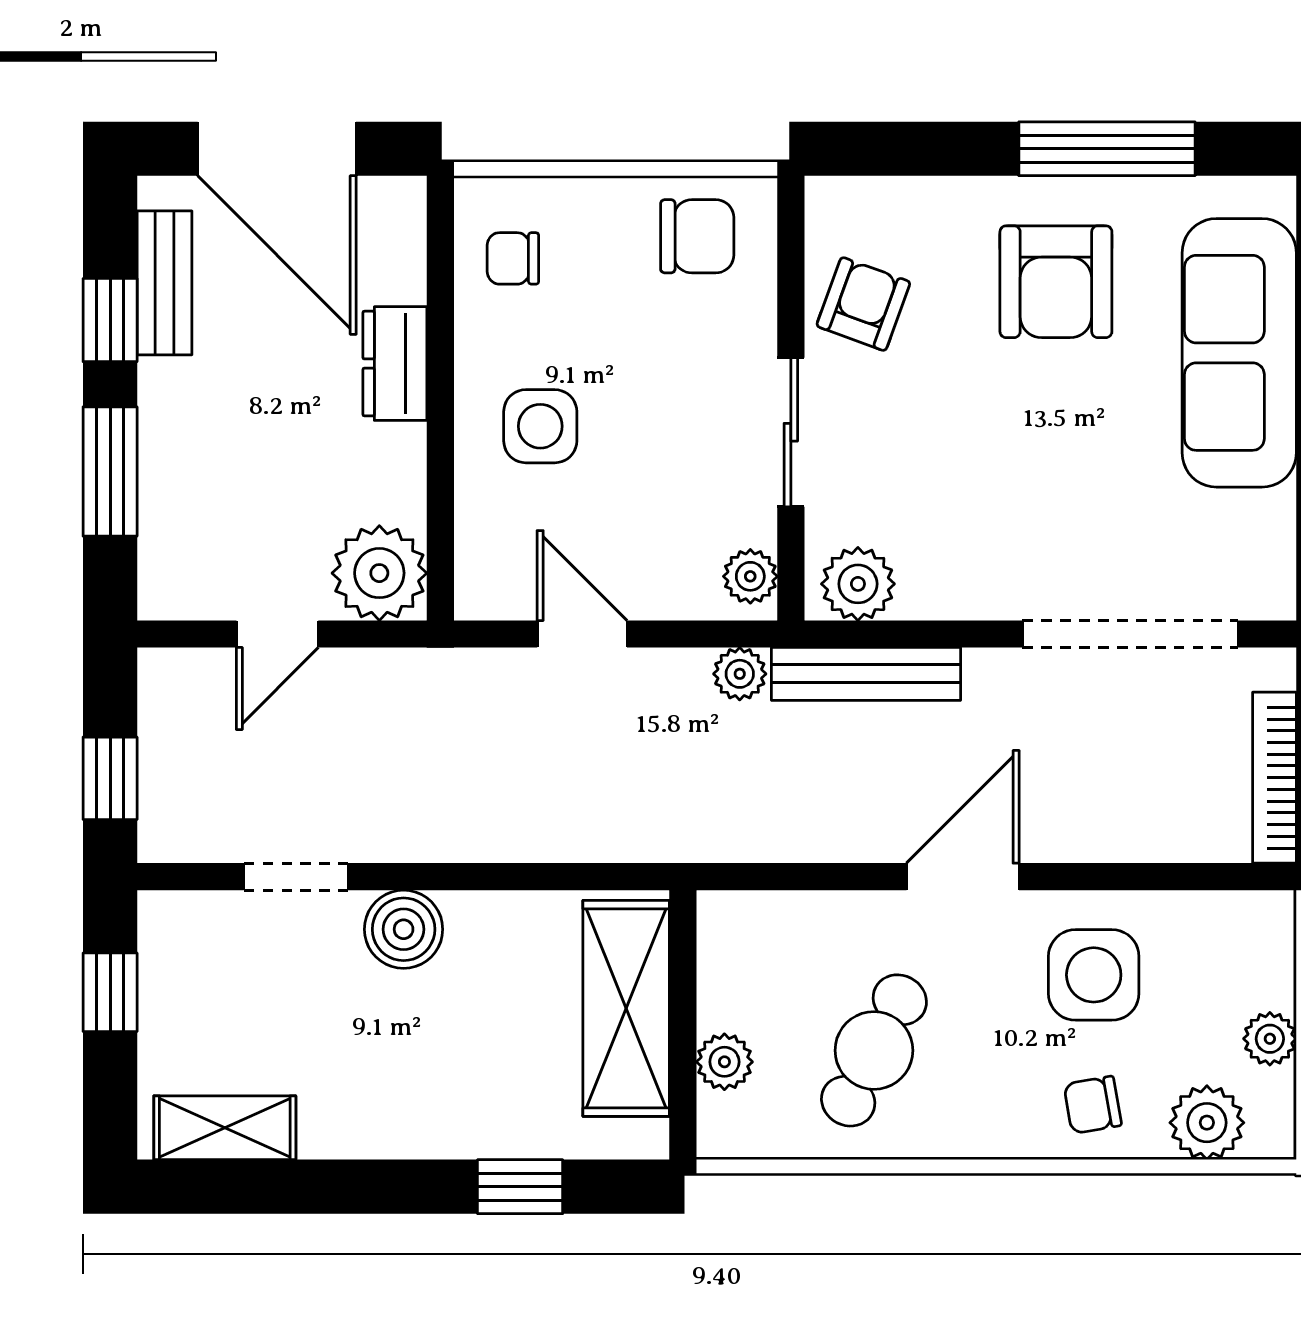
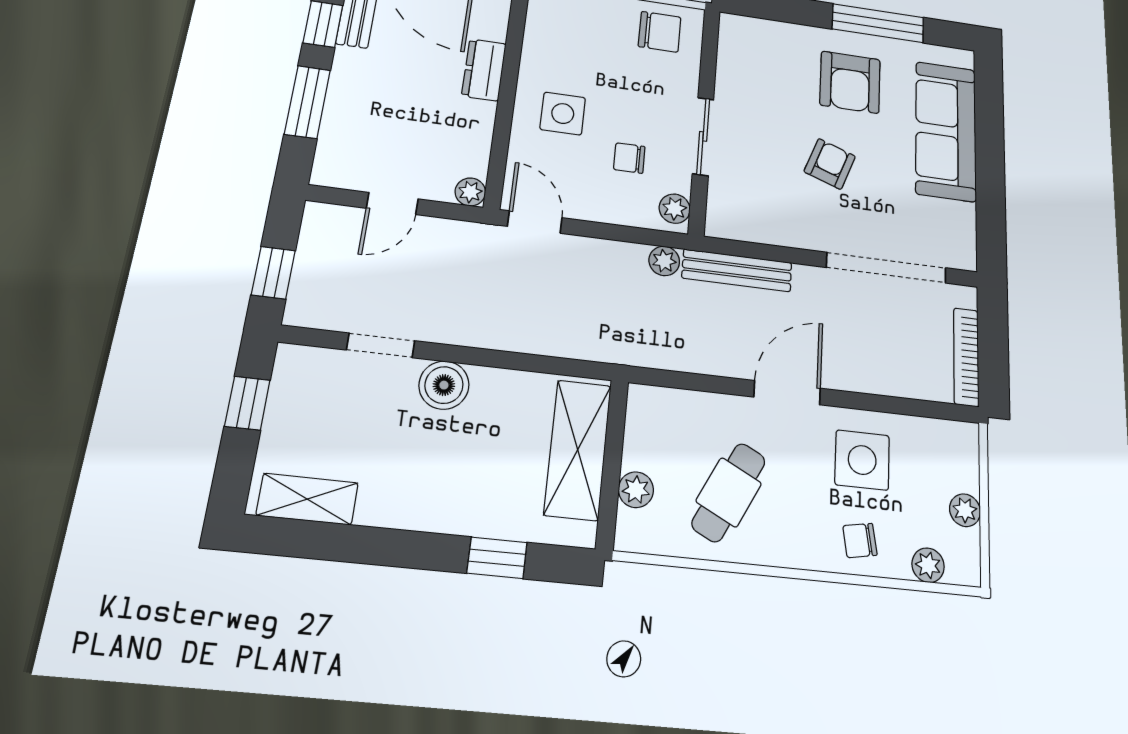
chair: (513, 258) -> (629, 158), moved
armchair: (863, 304) -> (830, 164), moved
plant: (379, 573) -> (470, 192), width x0.53, depth x0.53
plant: (858, 584) -> (735, 221), removed
door: (582, 634) -> (535, 222), moved
plant: (1207, 1123) -> (928, 565), width x0.73, depth x0.73

